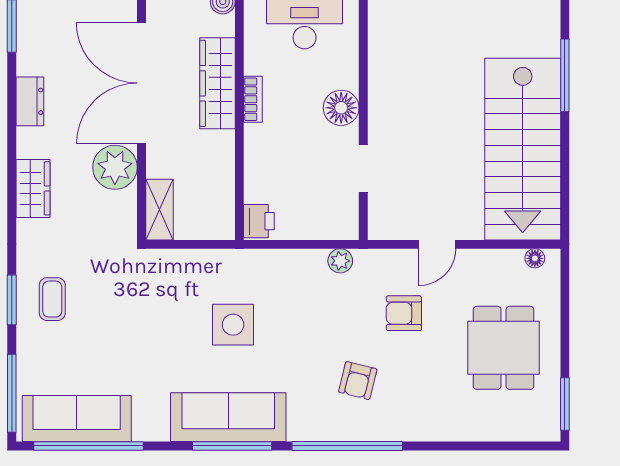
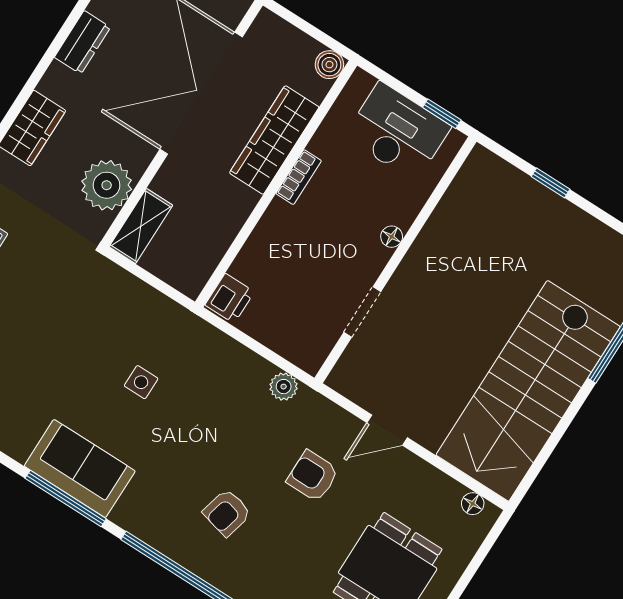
floor lamp: (341, 108) -> (392, 237), width x0.53, depth x0.53
plant: (115, 167) -> (107, 185), moved
side table: (233, 325) -> (141, 382), width x0.54, depth x0.54
sofa: (228, 417) -> (80, 468), width x0.73

